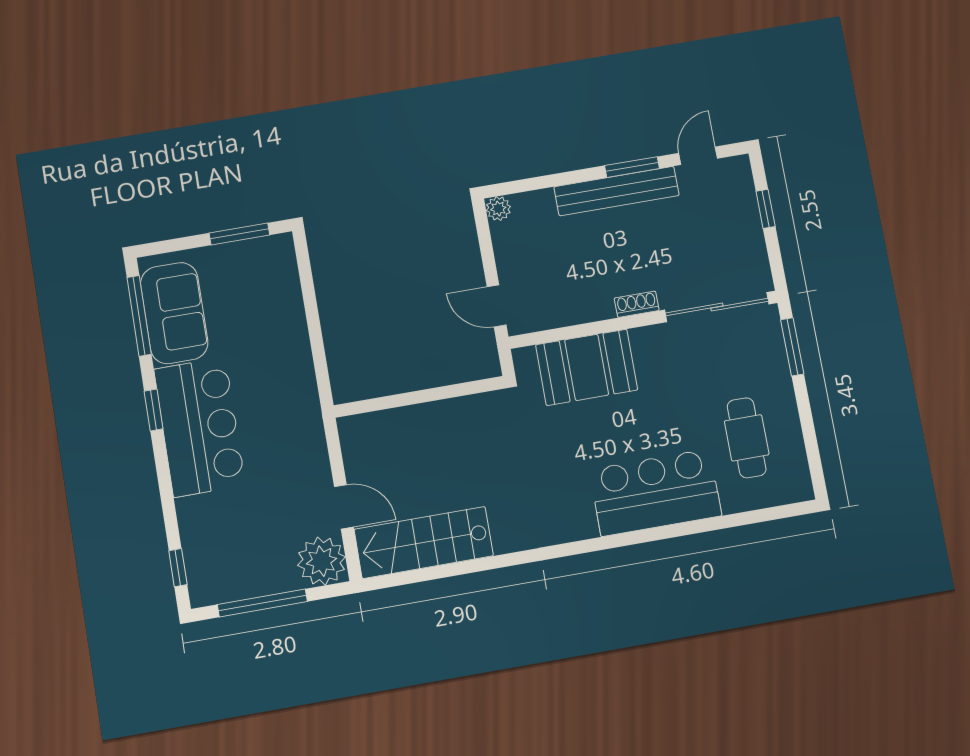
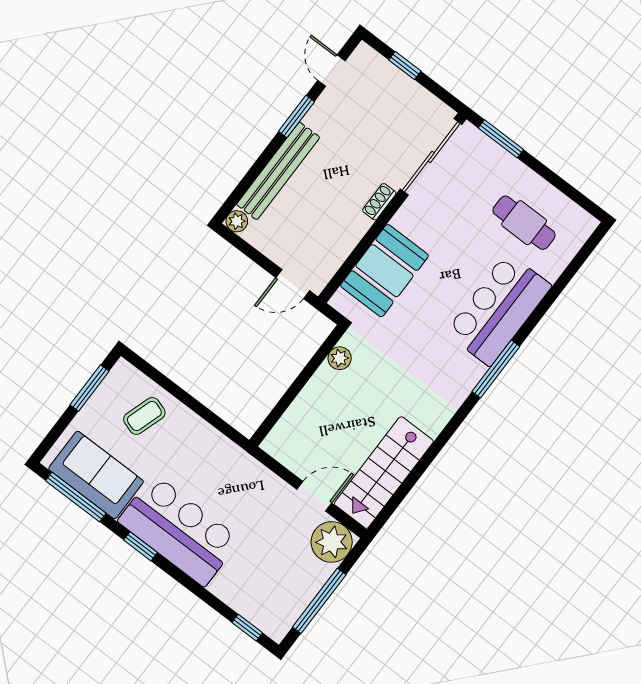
bench: (616, 191) -> (278, 171), moved
coffee table: (263, 301) -> (144, 416), added
plant: (478, 407) -> (340, 358), added
window: (605, 543) -> (496, 369), added

